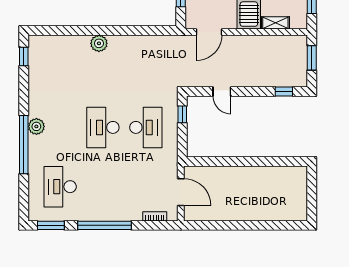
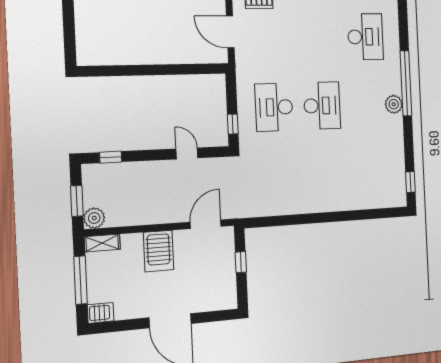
shelving: (275, 23) -> (102, 243), moved
plant: (99, 43) -> (94, 218), moved

